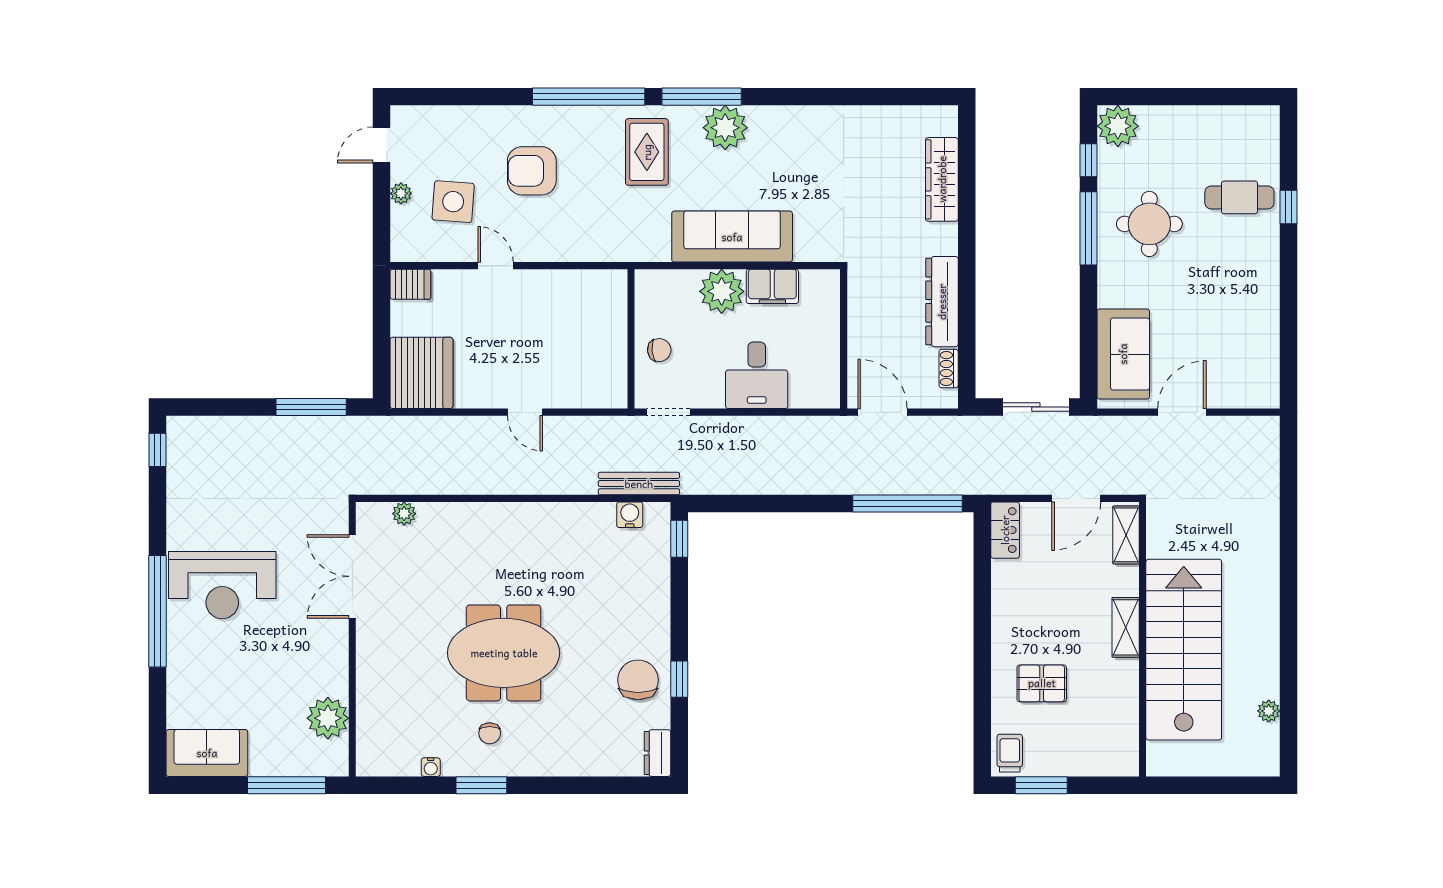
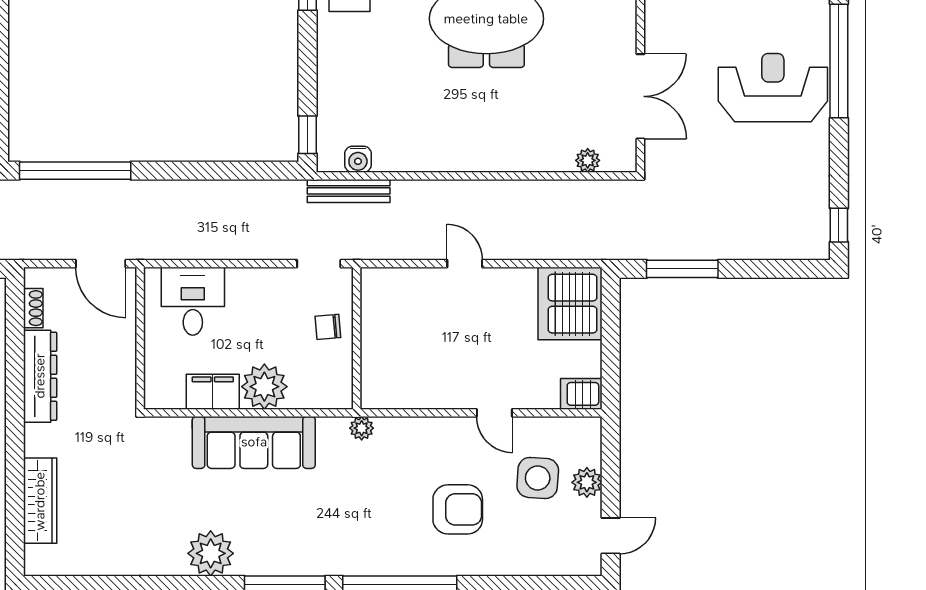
plant: (725, 128) -> (211, 553), moved
rug: (647, 152) -> (341, 529), removed
plant: (401, 193) -> (587, 482), width x1.38, depth x1.38
plant: (626, 251) -> (362, 428), added
desk: (757, 375) -> (193, 301), moved

